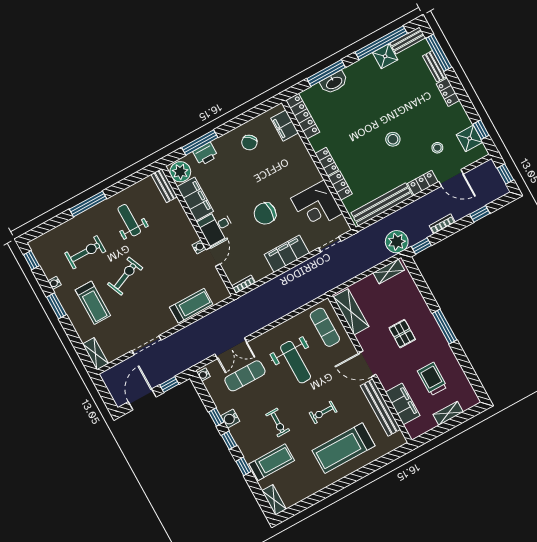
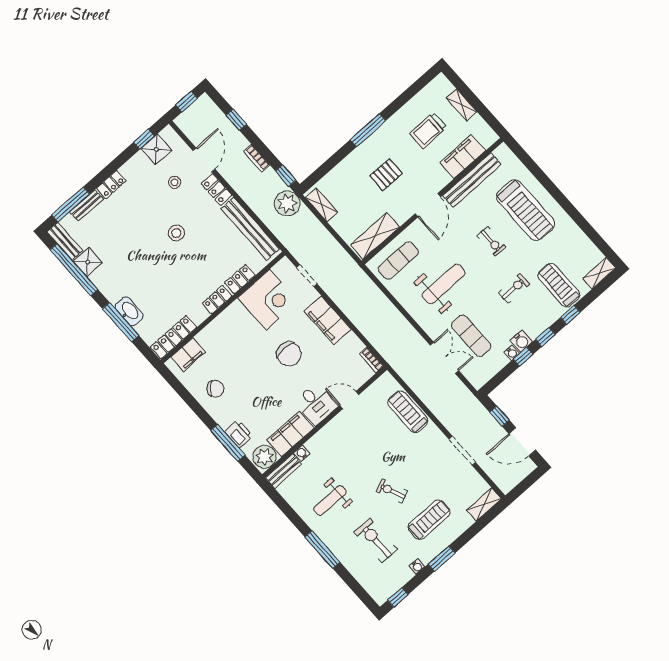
water cooler: (199, 247) -> (302, 453), moved
exercise bike: (125, 276) -> (392, 491), width x0.73, depth x0.72
water cooler: (204, 375) -> (512, 353), moved

